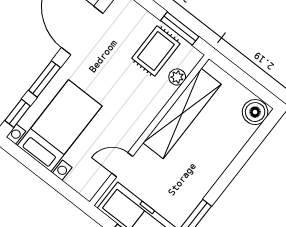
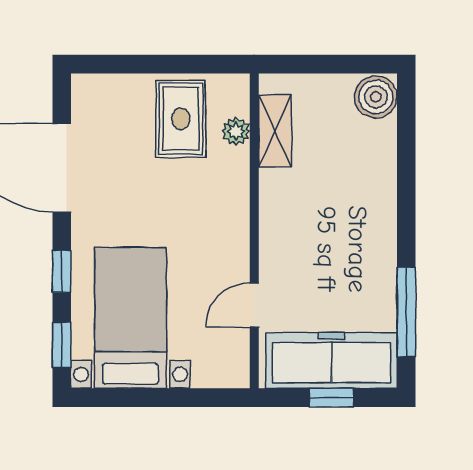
window: (180, 29) -> (189, 64), removed
window: (44, 79) -> (62, 271), width x0.67
shelving: (182, 114) -> (275, 131), width x0.45, depth x0.75

